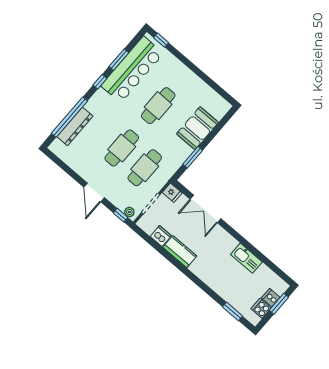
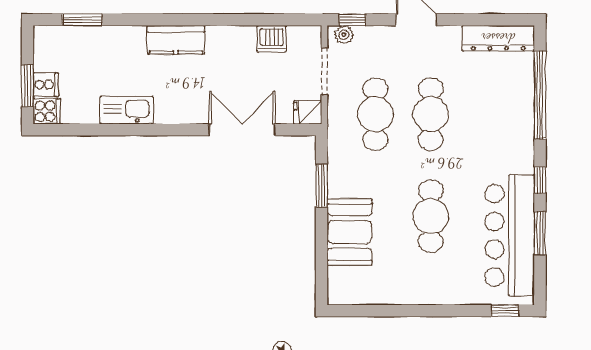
dresser: (75, 126) -> (498, 38), moved, turned -90
kitchen counter: (180, 252) -> (176, 40), moved
cooker: (261, 308) -> (47, 111), moved

